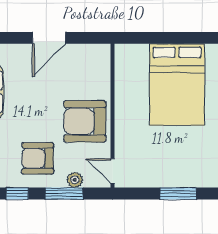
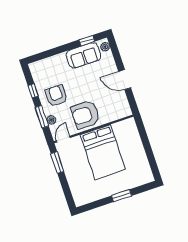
bed: (177, 85) -> (103, 152), moved, turned -90
armchair: (85, 121) -> (85, 115), turned -90
window: (178, 194) -> (57, 163), moved

